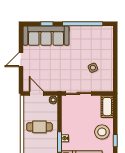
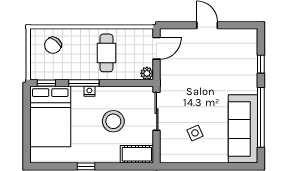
sofa: (46, 36) -> (243, 129), moved
stool: (102, 132) -> (113, 121), moved

